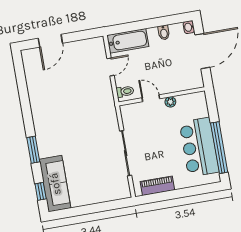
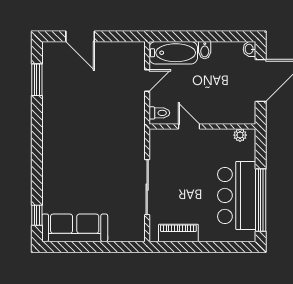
bidet: (164, 32) -> (205, 50), moved
door: (50, 41) -> (80, 36), hinge flipped
plant: (170, 102) -> (240, 135), moved
window: (33, 150) -> (37, 80), moved
sofa: (55, 184) -> (75, 228), moved, turned -90

